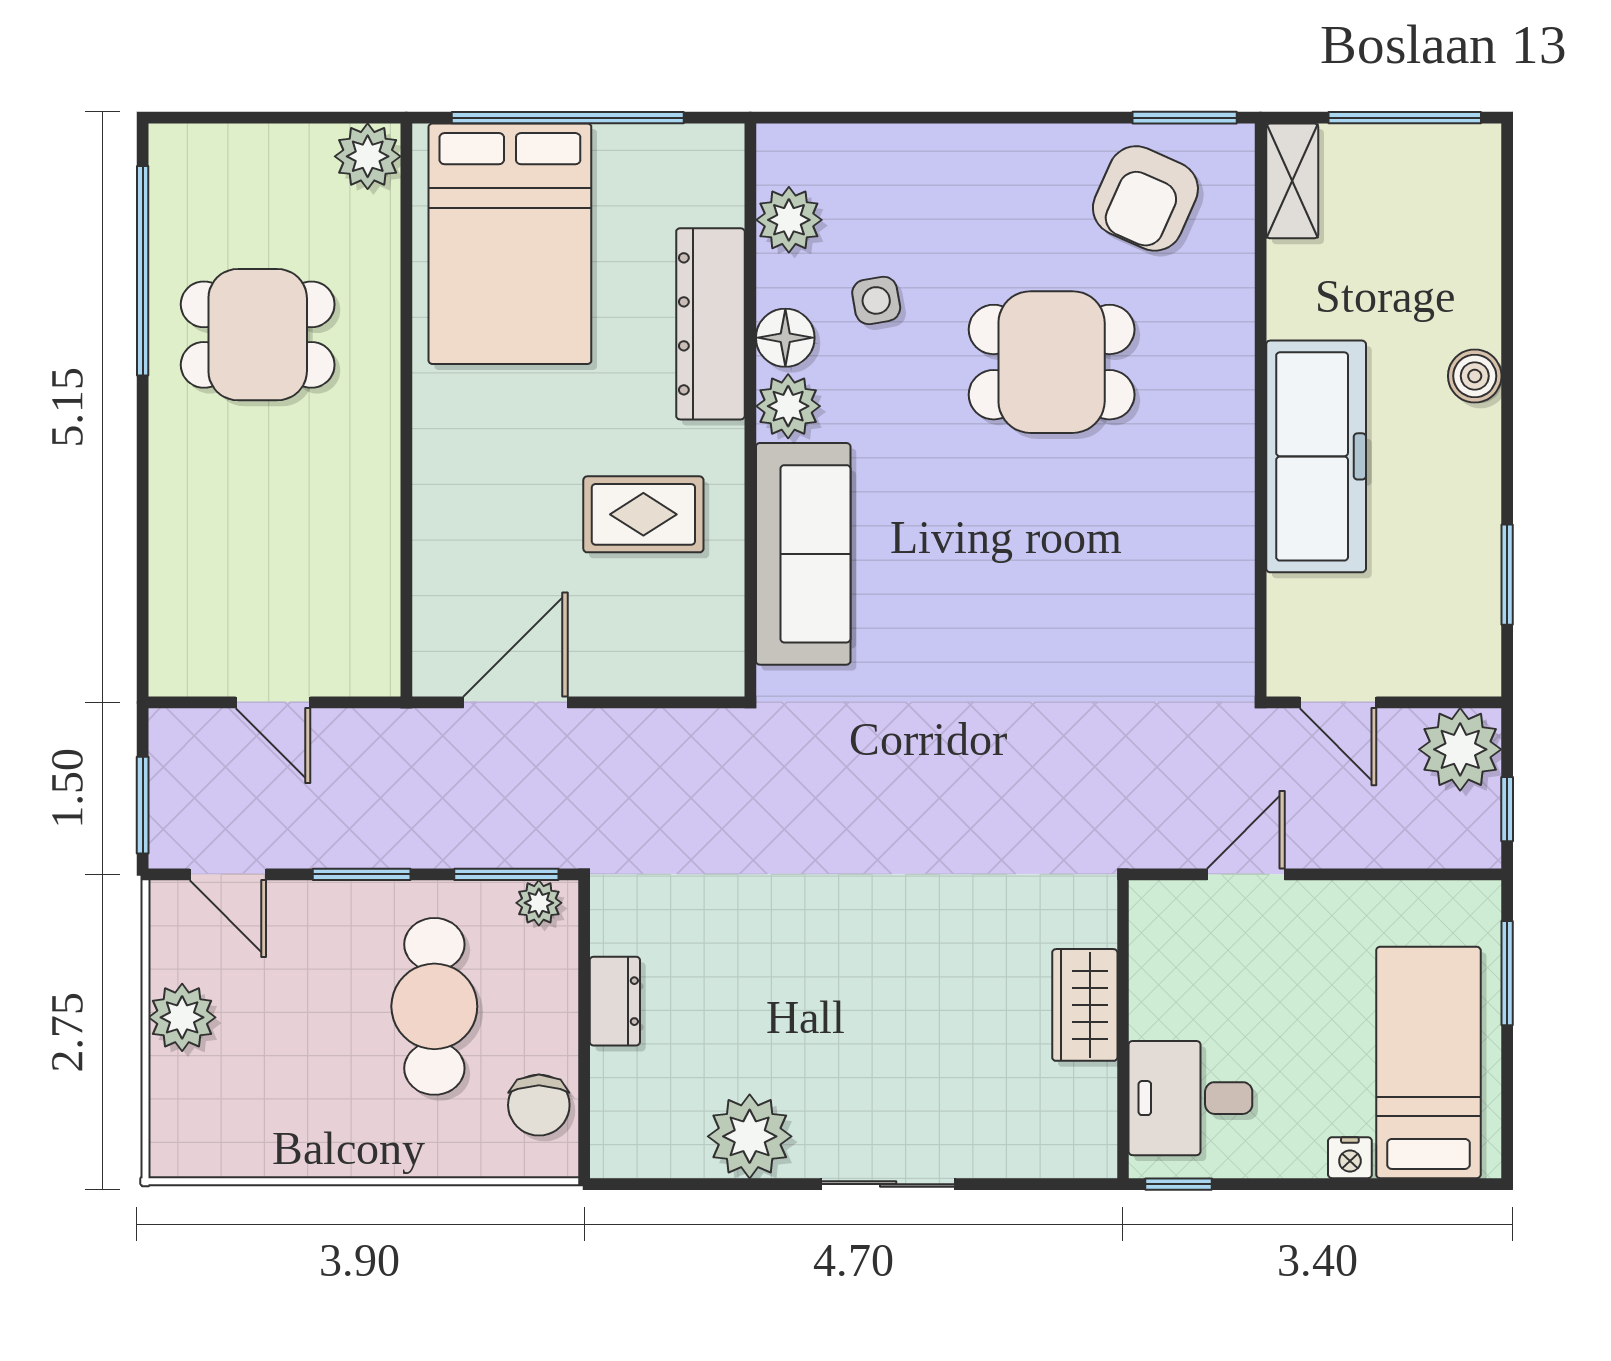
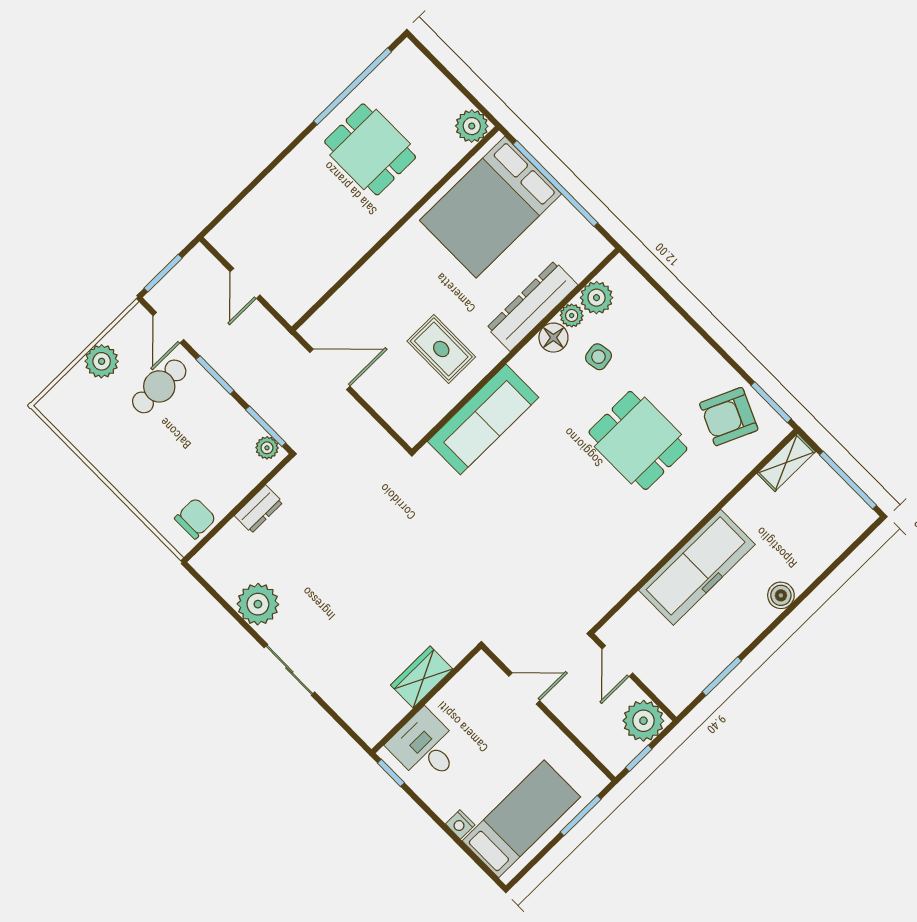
plant: (788, 406) -> (572, 316), moved, width x0.73, depth x0.73
cafe table: (434, 1006) -> (159, 386), moved, width x0.73, depth x0.74
chair: (539, 1105) -> (195, 518), turned 180

